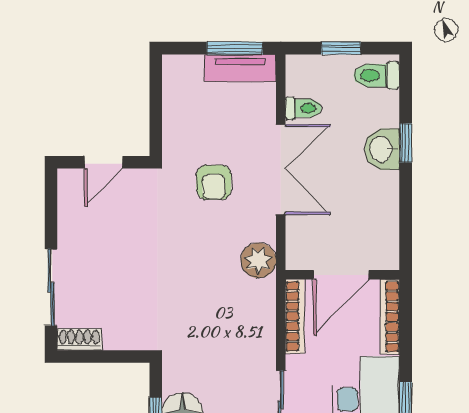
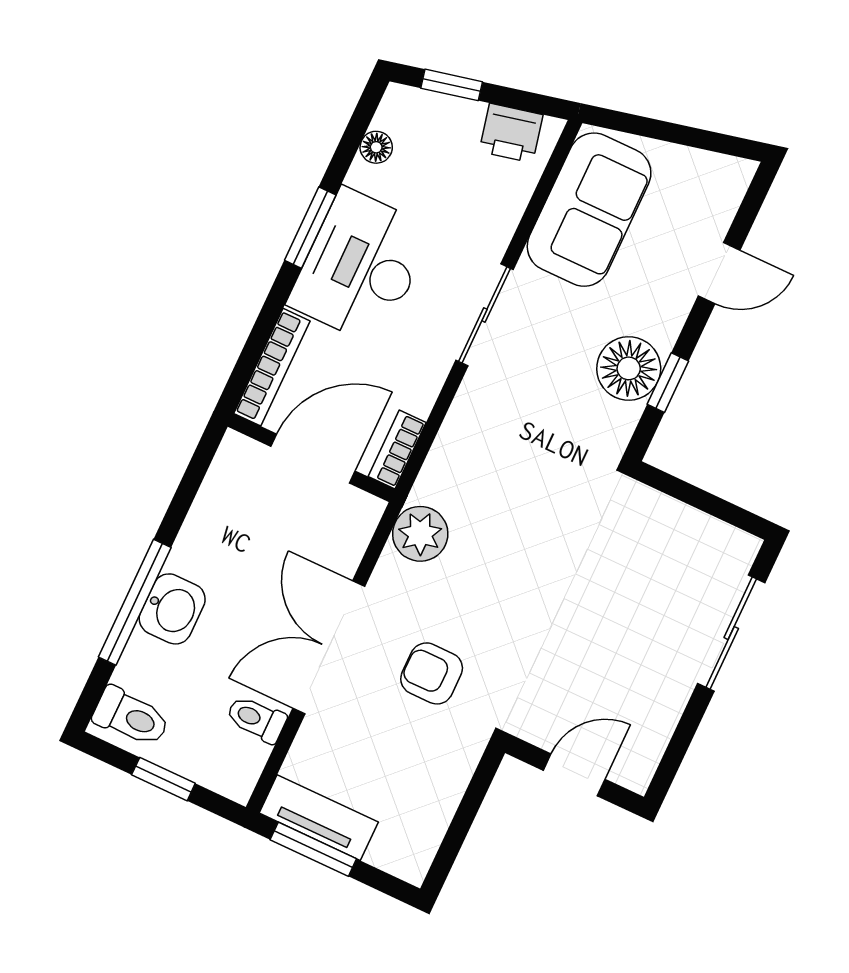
window: (406, 143) -> (135, 602), width x2.17
armchair: (214, 182) -> (432, 673), turned -90
bookcase: (295, 316) -> (397, 449), width x0.64
shoe rack: (79, 340) -> (726, 540), removed

